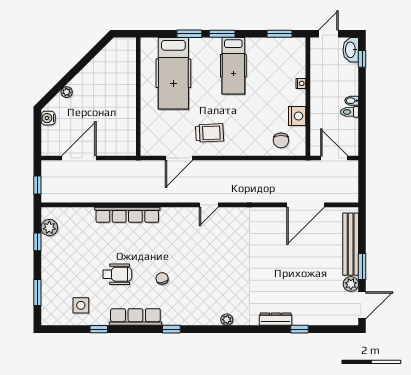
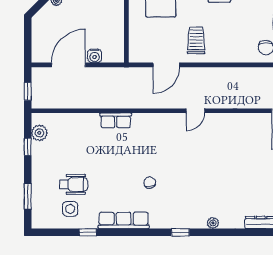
water cooler: (48, 118) -> (95, 56), moved, turned -90
trolley: (210, 133) -> (196, 40), turned -87
row of seats: (127, 215) -> (116, 120), width x0.50
wheelchair: (117, 274) -> (74, 184), moved
window: (171, 329) -> (180, 232), moved

